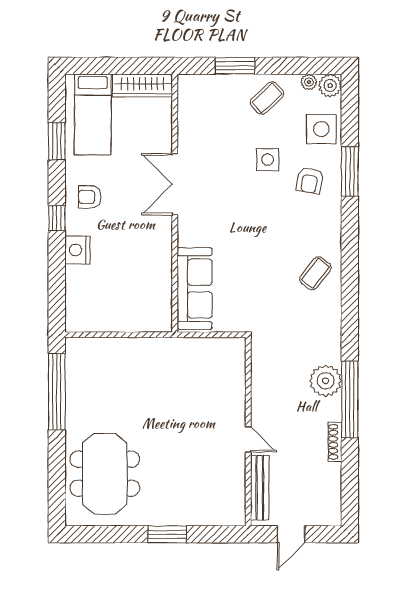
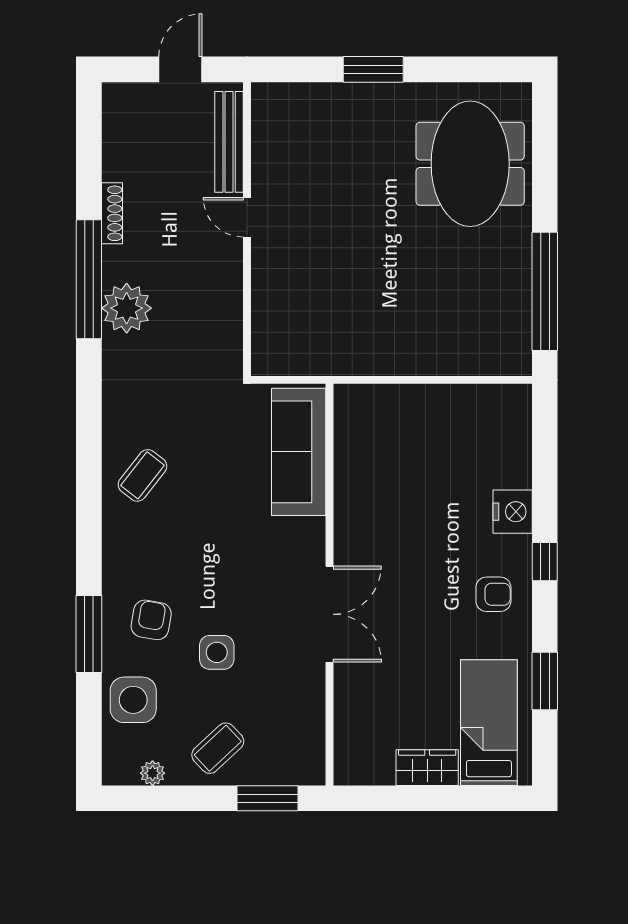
wardrobe: (142, 86) -> (427, 768), width x0.67
plant: (330, 86) -> (120, 768), removed
double door: (175, 184) -> (330, 614), moved
wall: (175, 203) -> (330, 585), moved
sofa: (195, 289) -> (299, 452), moved

